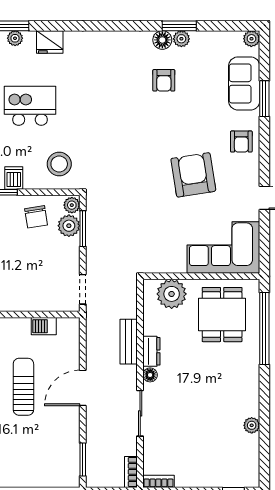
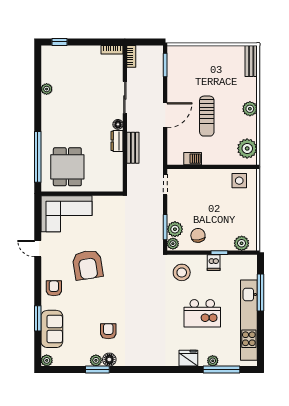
plant: (172, 294) -> (103, 181), removed

